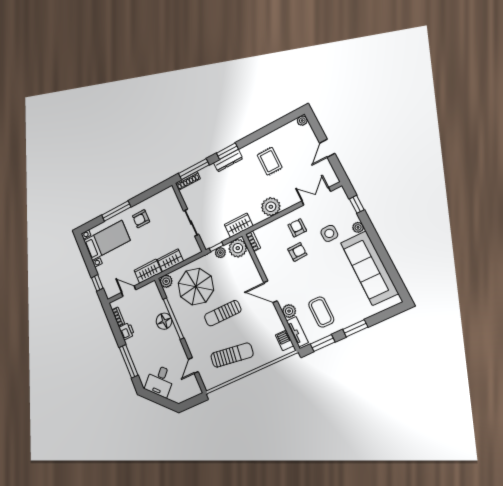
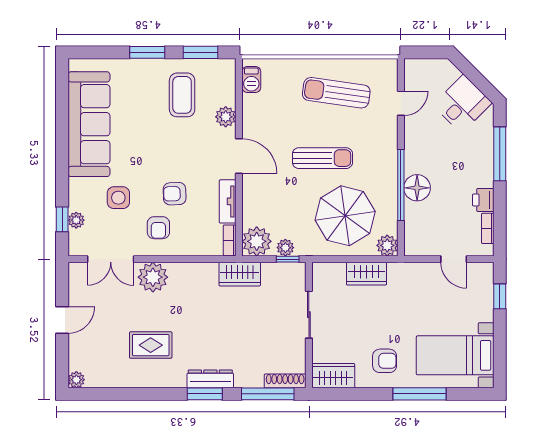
rug: (270, 161) -> (151, 345), turned 90
plant: (271, 207) -> (153, 277), moved
plant: (358, 227) -> (76, 220), moved
wardrobe: (148, 271) -> (333, 376), moved, turned 180
tv unit: (297, 332) -> (228, 201), moved

